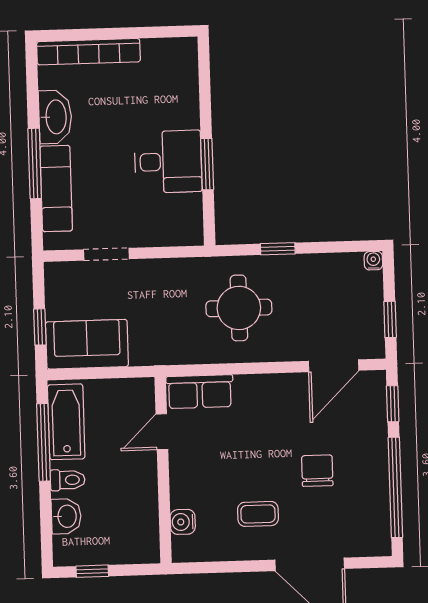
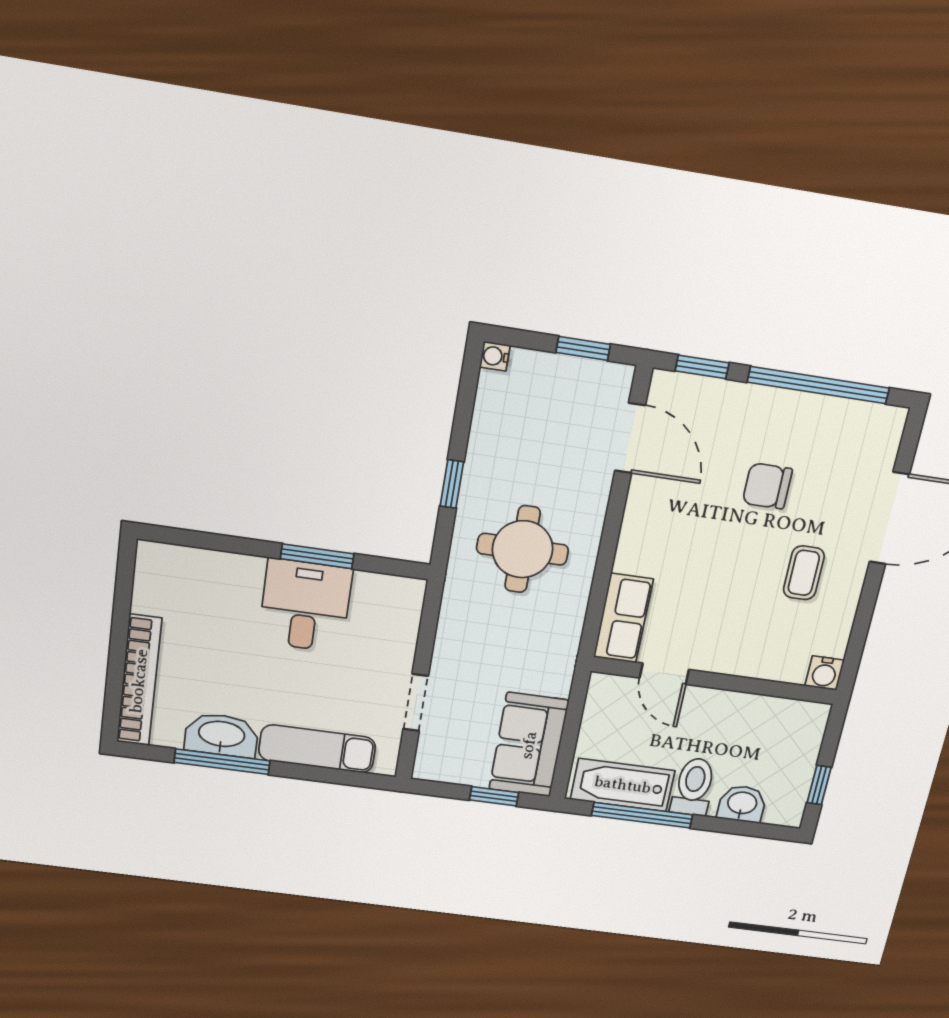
window: (35, 164) -> (222, 762), moved
toilet: (68, 480) -> (694, 787), width x1.37, depth x1.39
water cooler: (183, 522) -> (824, 673), moved

